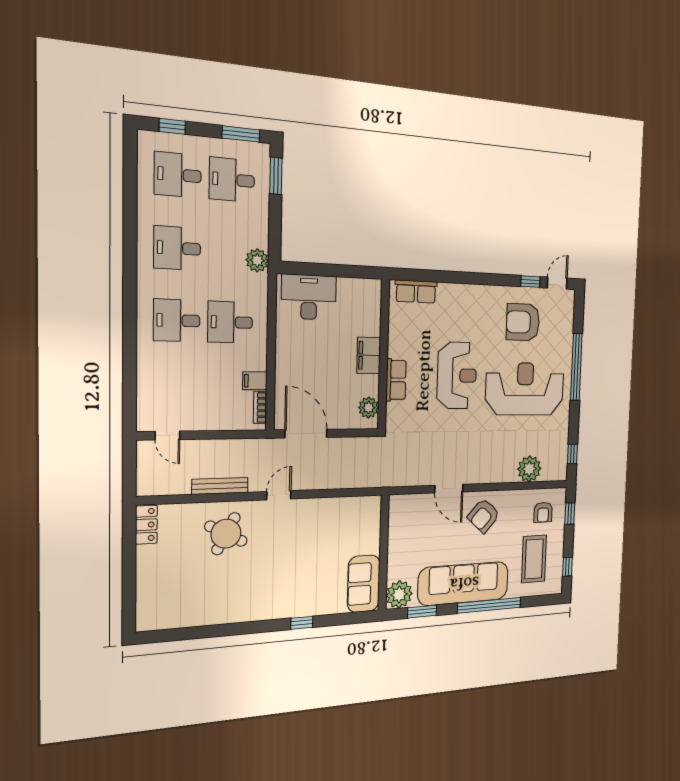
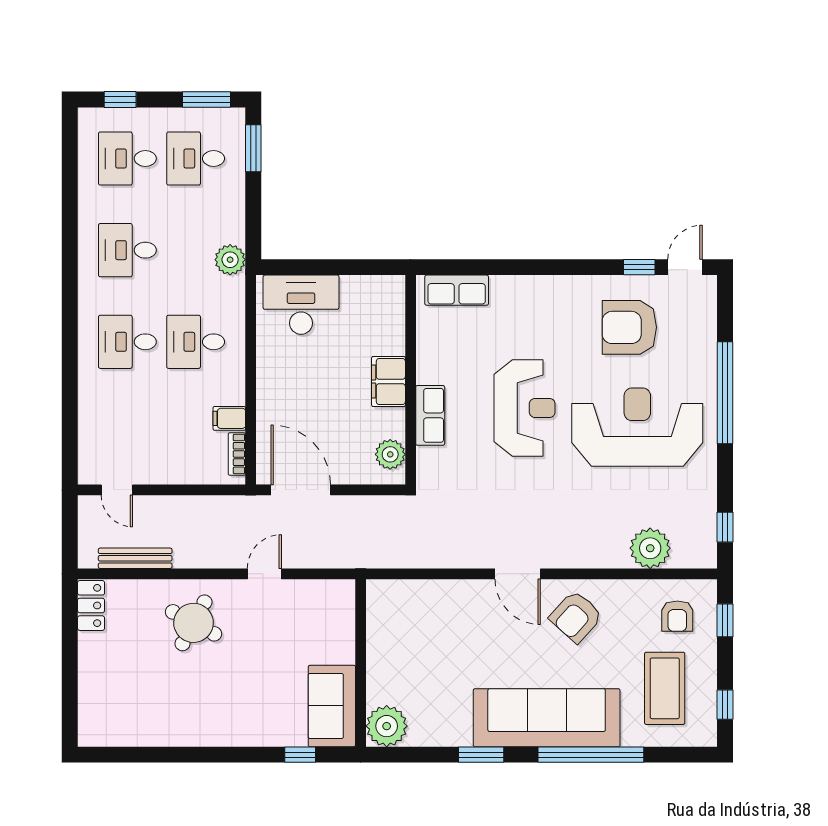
bench: (220, 486) -> (135, 558), moved
wall: (384, 553) -> (361, 663), moved
sofa: (364, 584) -> (332, 706), moved
plant: (399, 594) -> (387, 726), moved

